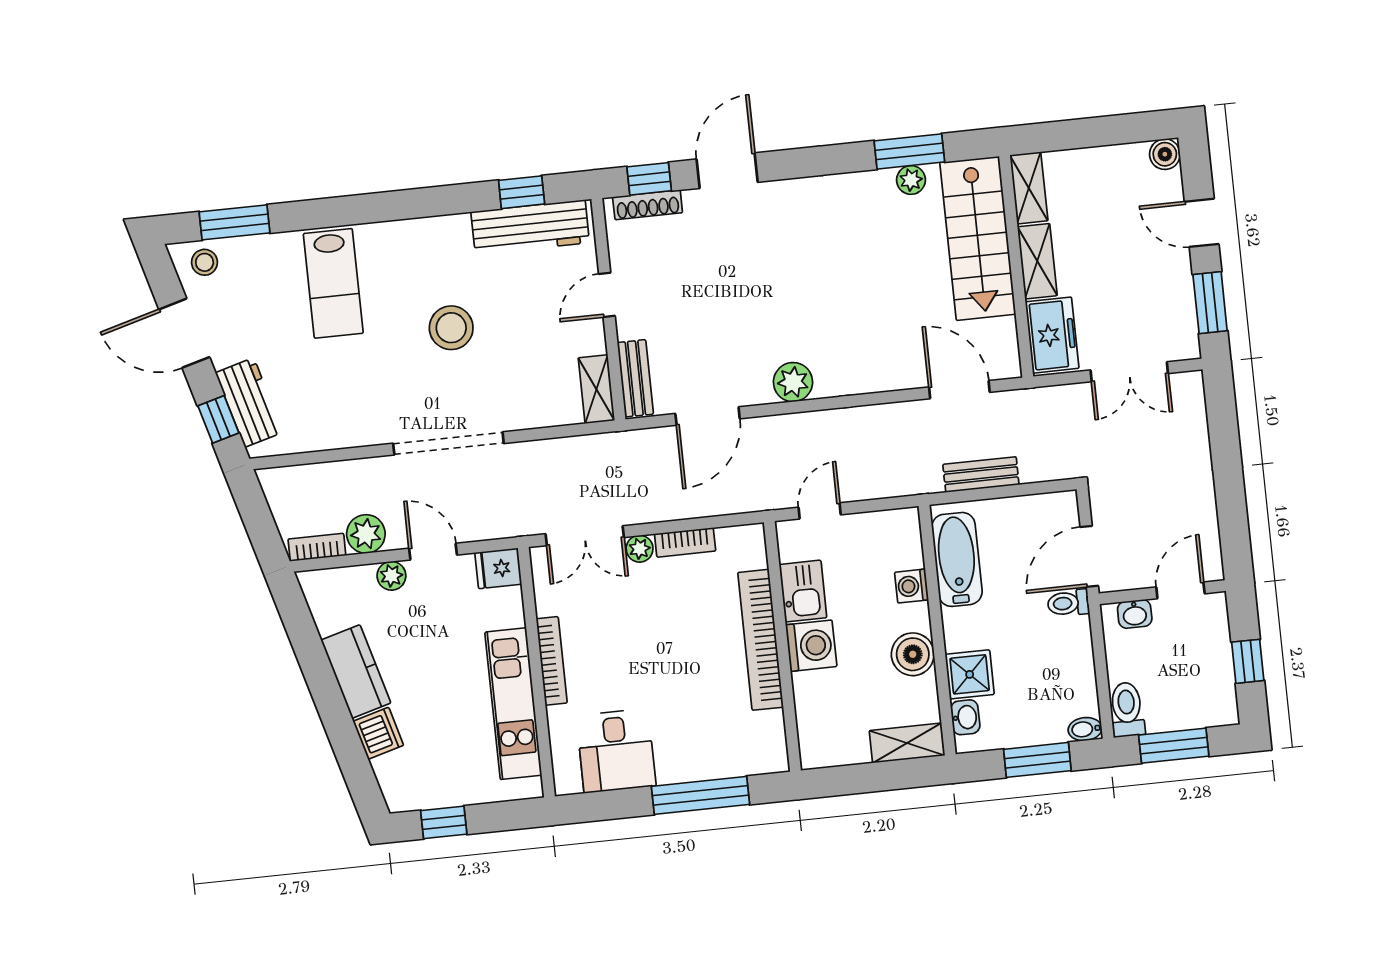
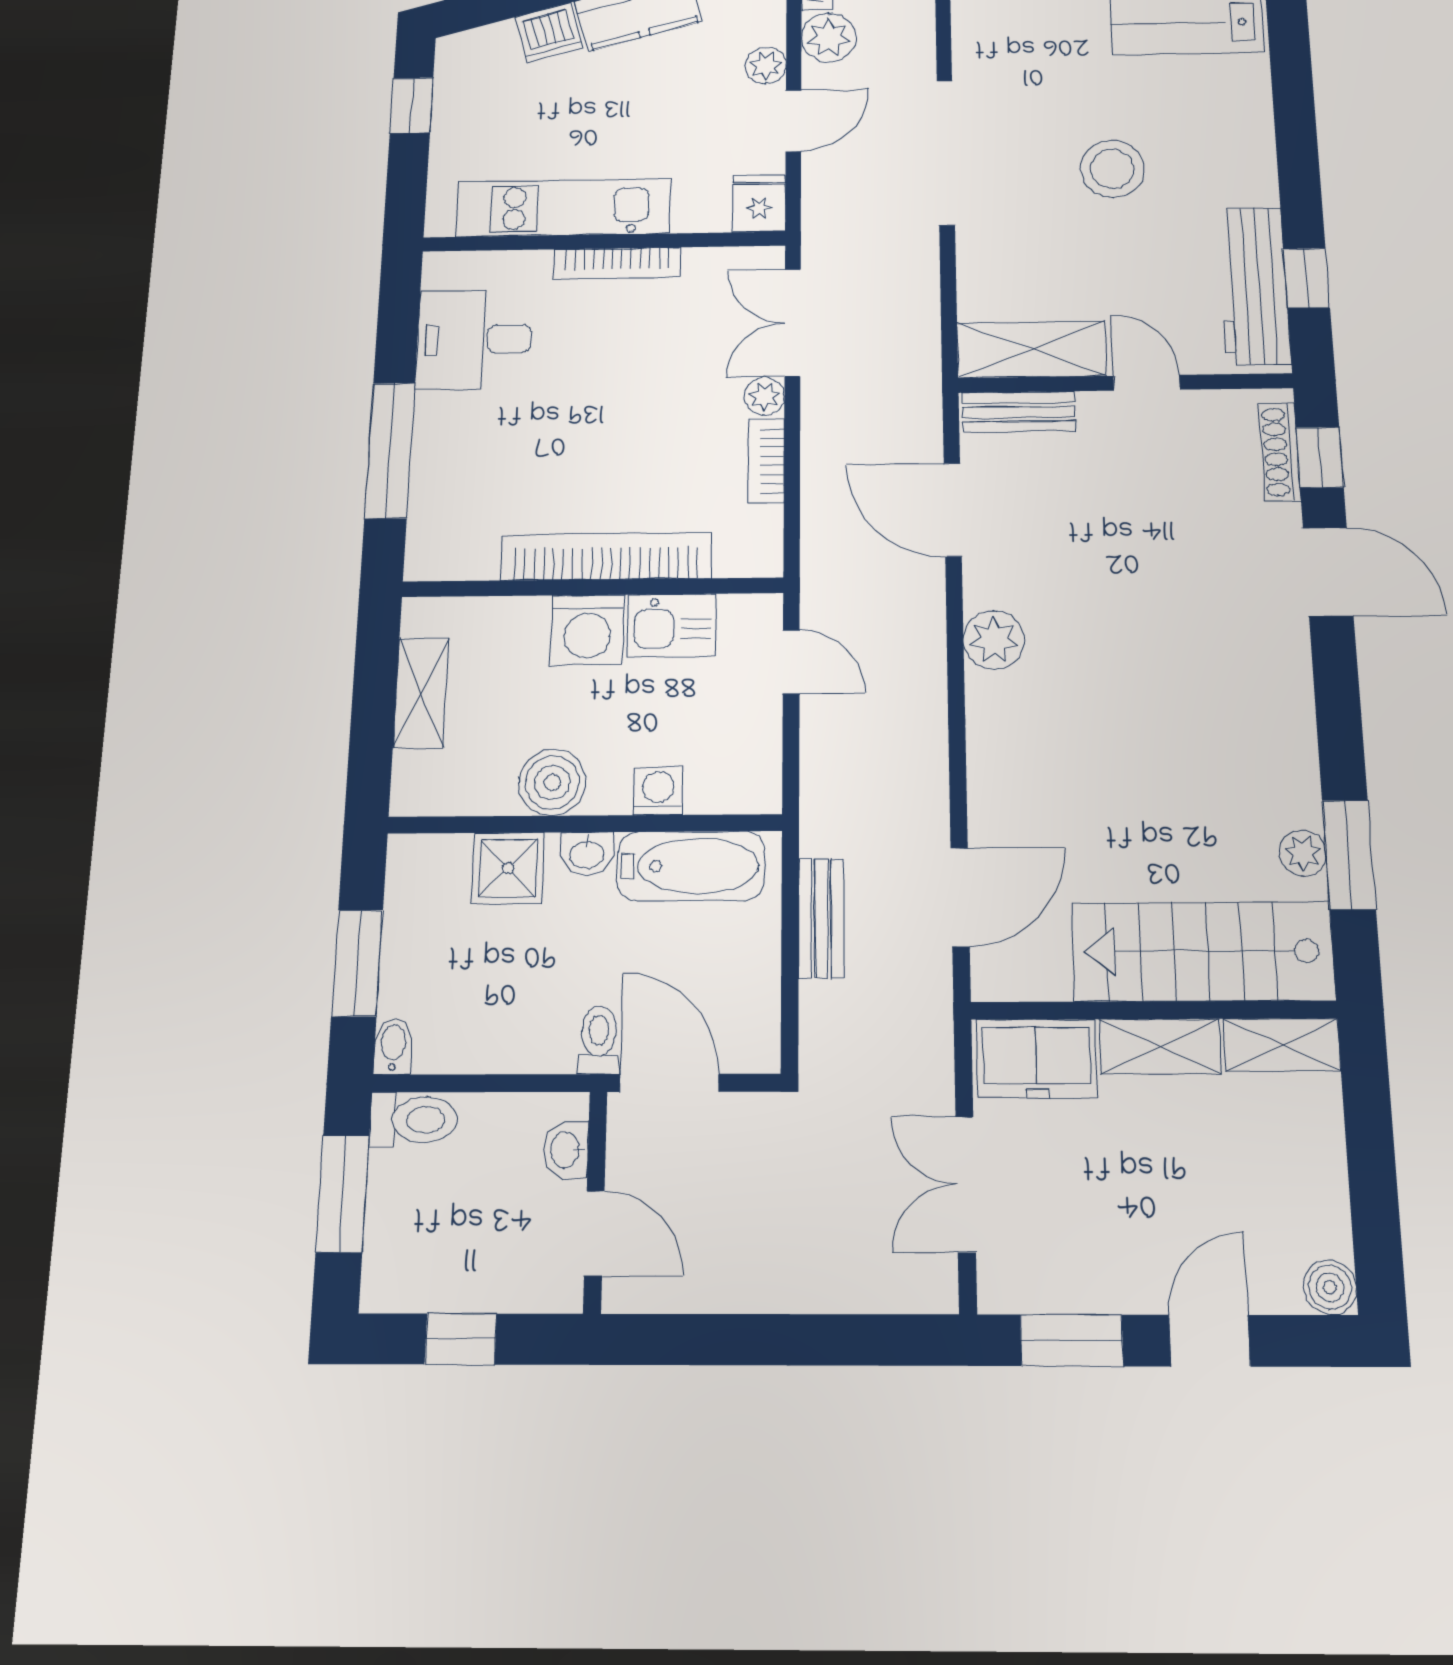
shelving: (596, 389) -> (1031, 349), width x1.50, depth x1.33
washbasin: (965, 717) -> (587, 854), moved
shelving: (907, 743) -> (421, 693), moved

